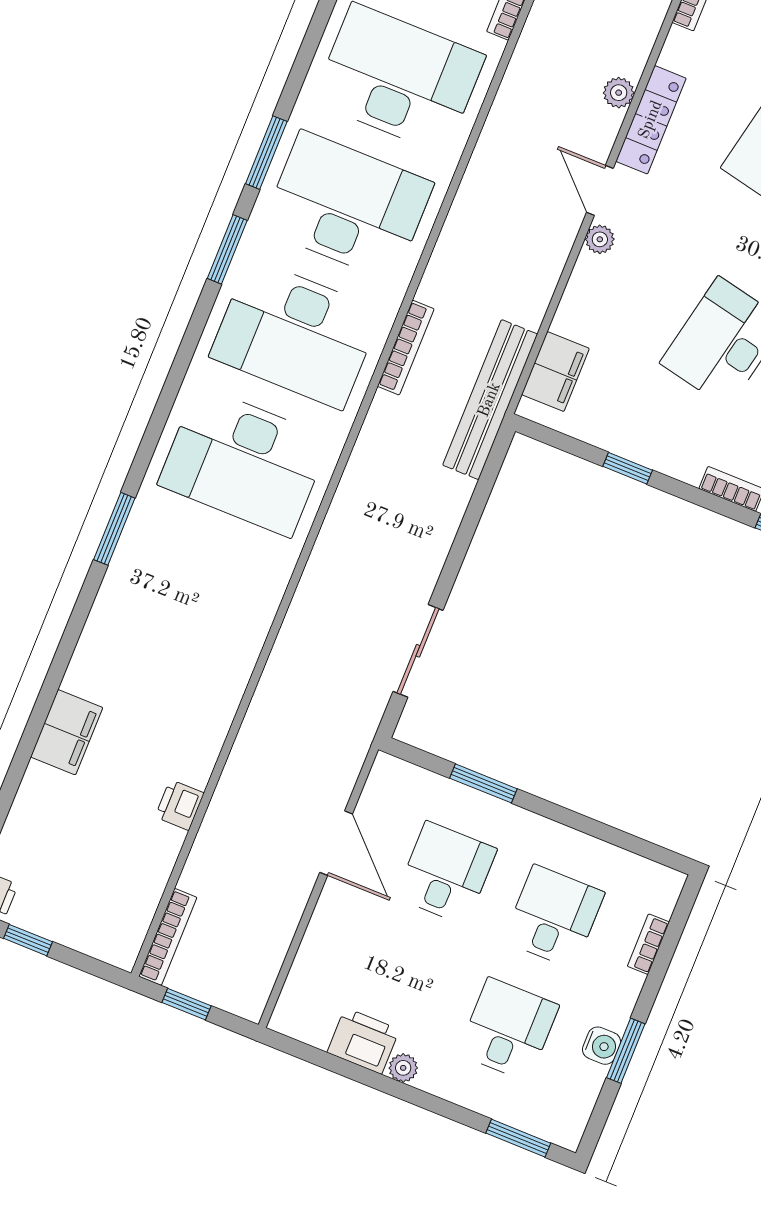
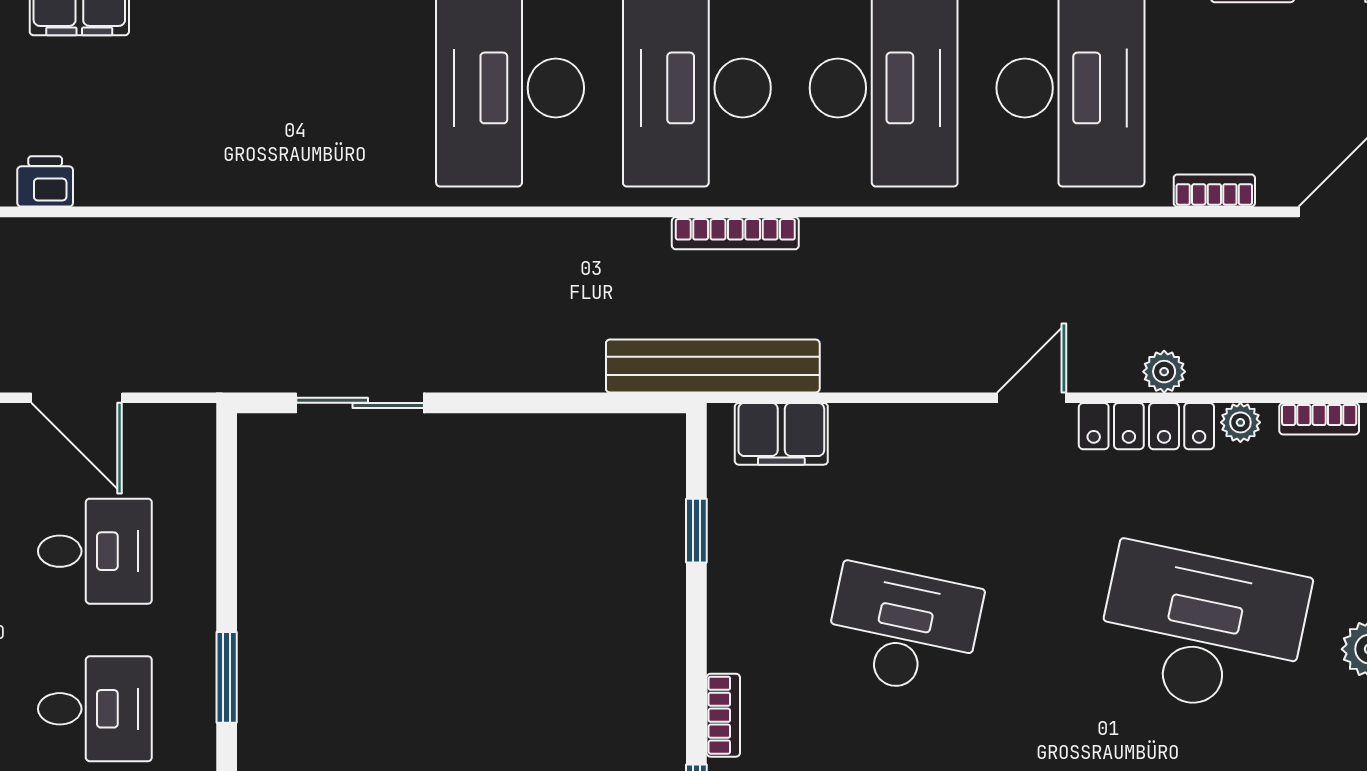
plant: (600, 239) -> (1240, 422), moved
window: (628, 468) -> (696, 531), moved
window: (483, 783) -> (227, 677), moved
door: (336, 843) -> (77, 398), hinge flipped

